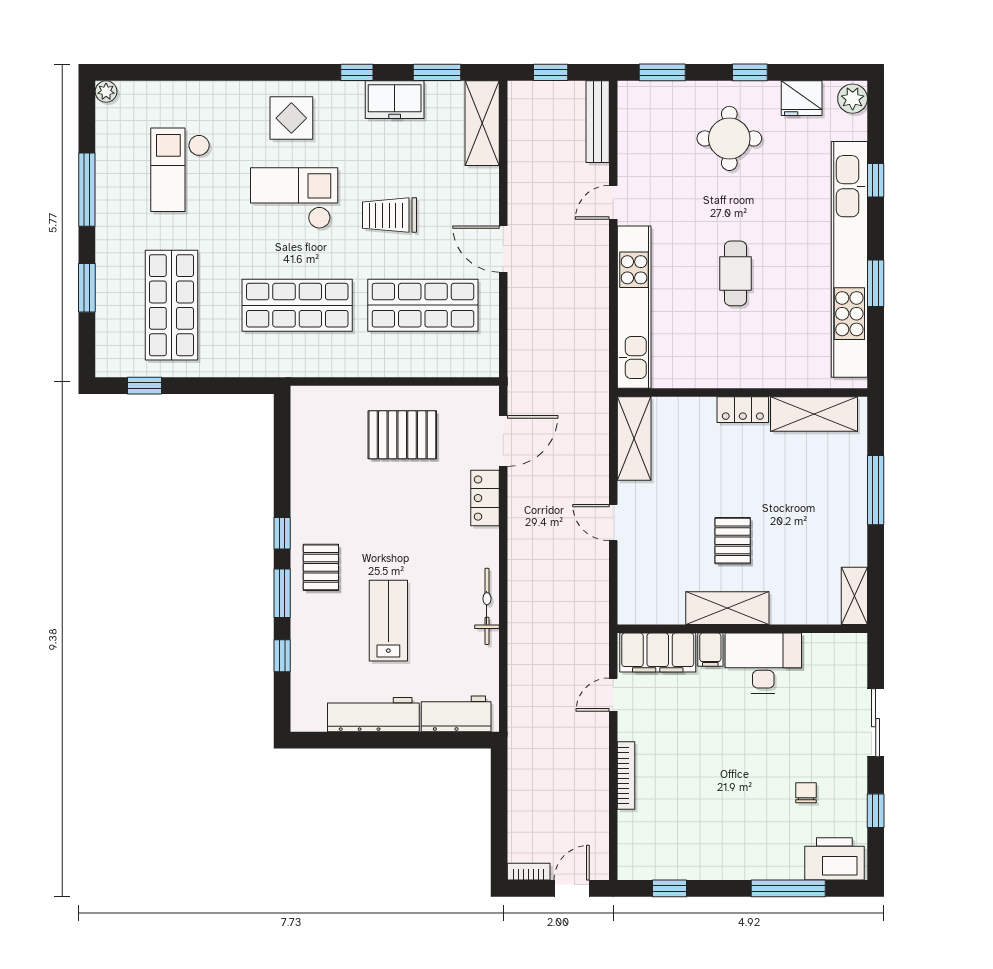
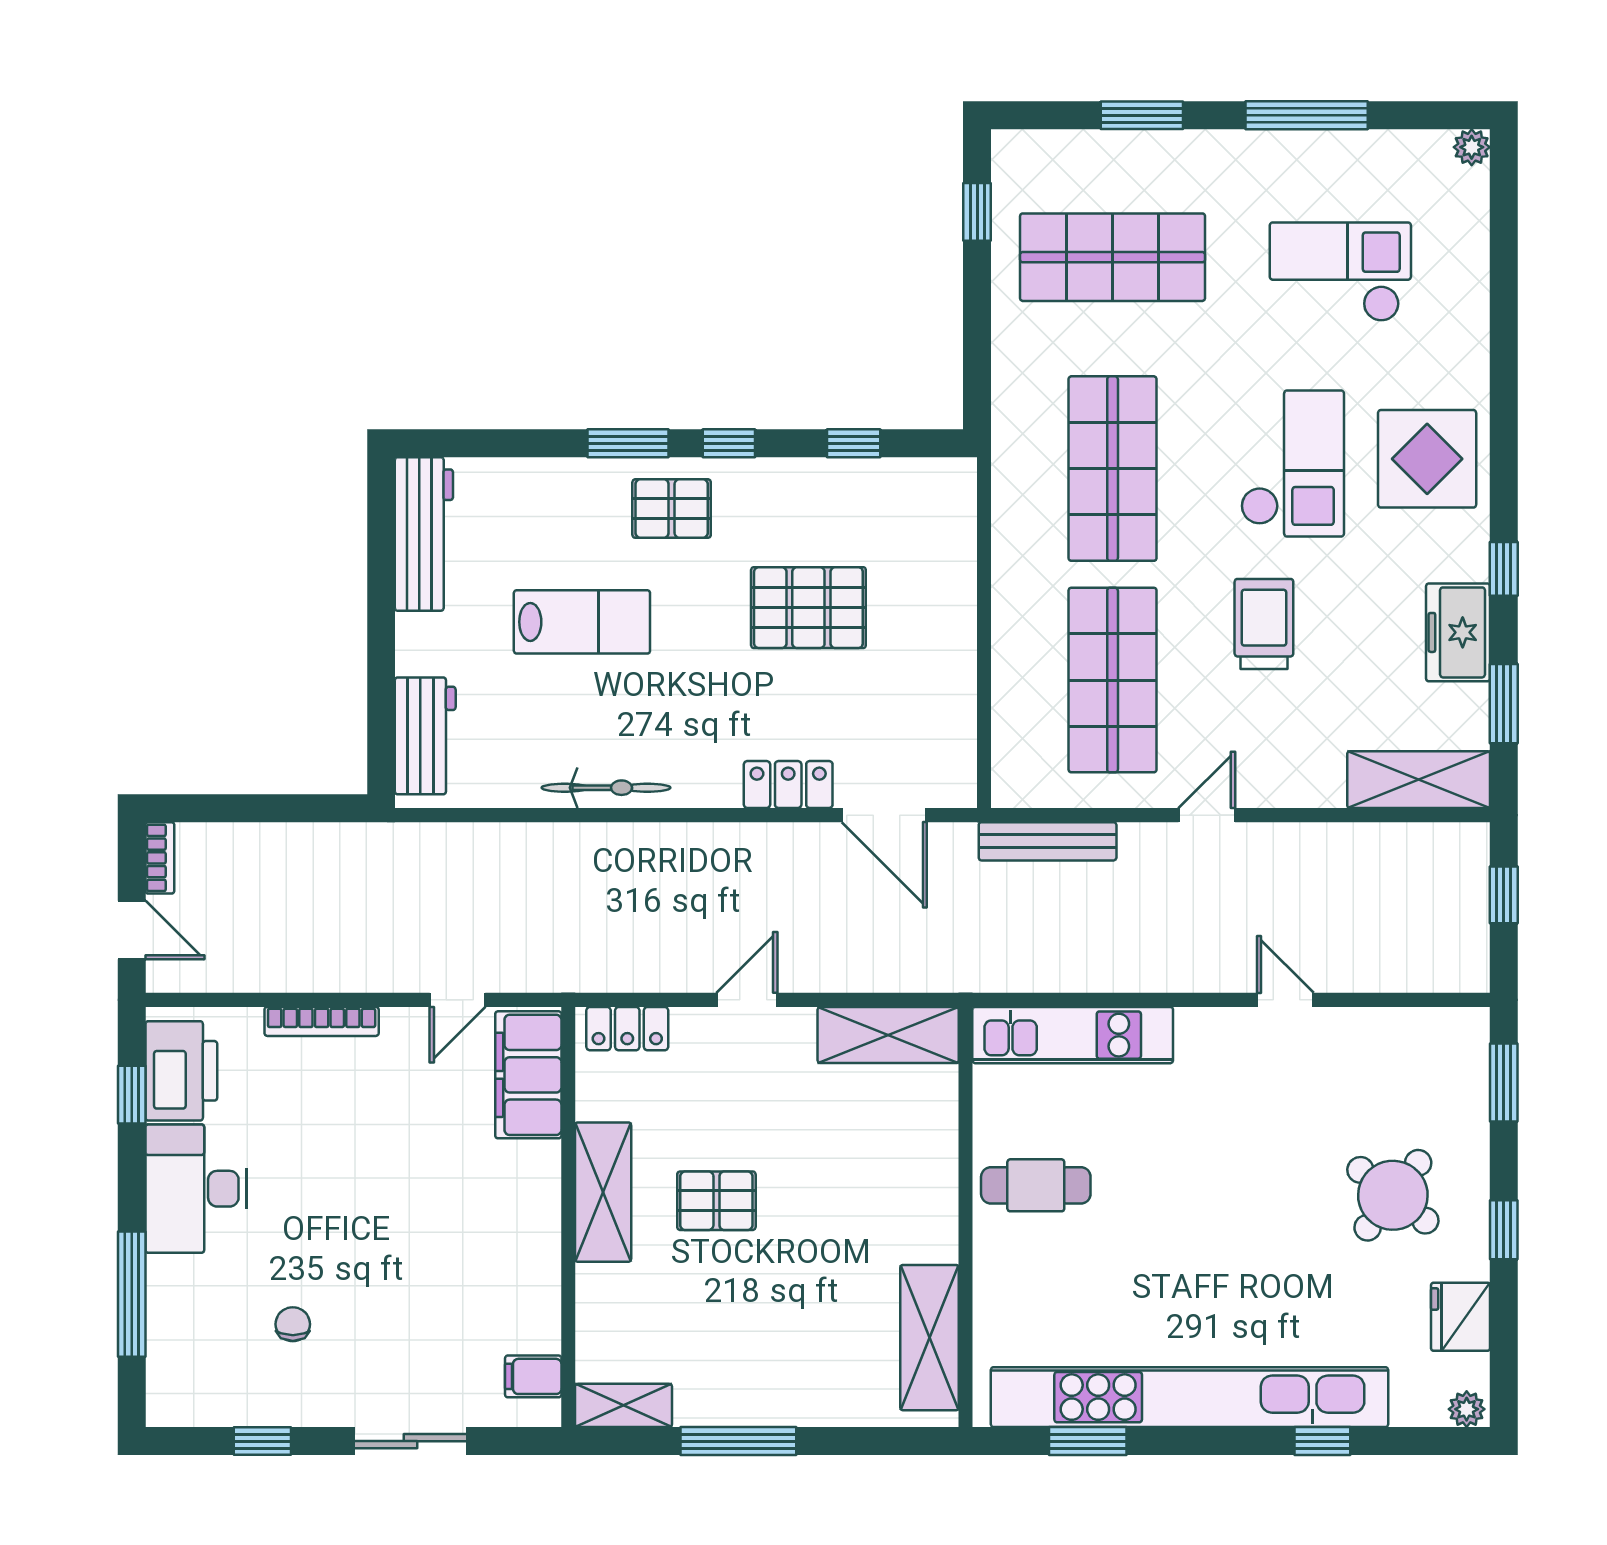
plant: (853, 99) -> (1467, 1409), width x0.73, depth x0.73
display table: (291, 118) -> (1427, 459), width x1.36, depth x1.36
bench: (598, 122) -> (1048, 841), moved
round table: (729, 138) -> (1393, 1195), turned 38
door: (503, 249) -> (1207, 815), width x0.73
cafe table: (735, 273) -> (1036, 1185), moved
window: (876, 283) -> (1088, 1441), moved
kitchen unit: (634, 307) -> (1073, 1035), width x0.73
locker: (743, 410) -> (627, 1029), moved, turned -90
pallet: (402, 435) -> (808, 608), moved, turned 90
window: (876, 490) -> (738, 1441), moved
filing cabinet: (710, 650) -> (533, 1376), moved
window: (282, 656) -> (854, 443), moved
desk: (763, 663) -> (196, 1189), moved, turned 180
door: (613, 695) -> (458, 1000), swing flipped
workbench: (373, 715) -> (424, 534), moved
chair: (806, 793) -> (293, 1324), turned -90
printer: (834, 859) -> (181, 1071), moved

